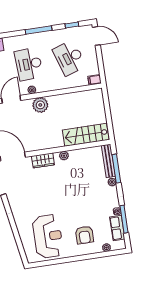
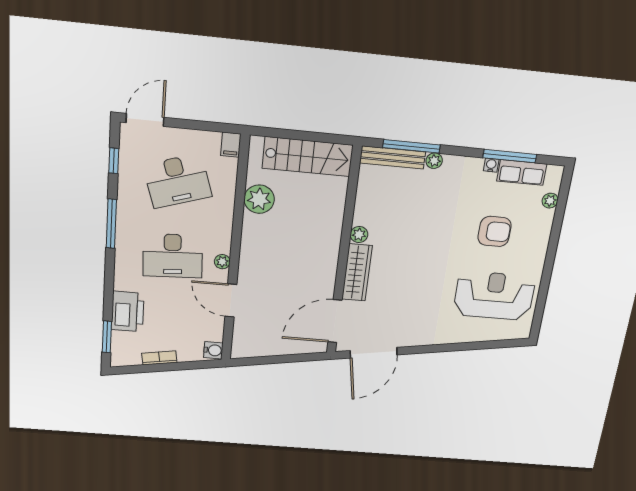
plant: (40, 105) -> (259, 199), moved
stairs: (86, 135) -> (308, 157), moved, turned -90
wardrobe: (43, 160) -> (357, 273), width x1.50
armchair: (84, 235) -> (495, 231), moved

